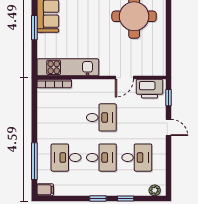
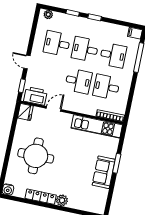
fridge: (158, 67) -> (25, 112), added
desk: (66, 117) -> (106, 87), added
desk: (101, 117) -> (78, 81), turned 180

